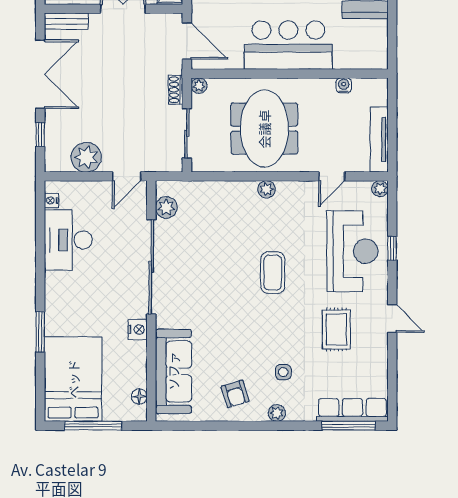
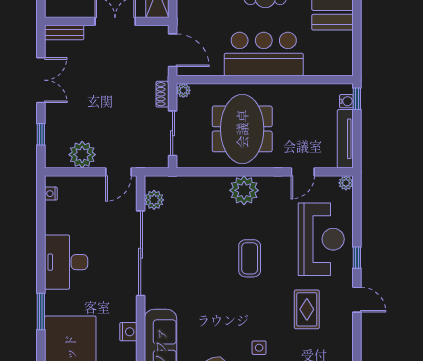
double door: (40, 74) -> (41, 80), width x0.73
water cooler: (344, 85) -> (346, 101), moved, turned 90
window: (392, 95) -> (357, 99), added
plant: (267, 189) -> (244, 190), width x1.88, depth x1.88
desk: (68, 240) -> (66, 262), moved
window: (392, 248) -> (357, 258), moved
nightstand: (138, 329) -> (128, 332), moved

